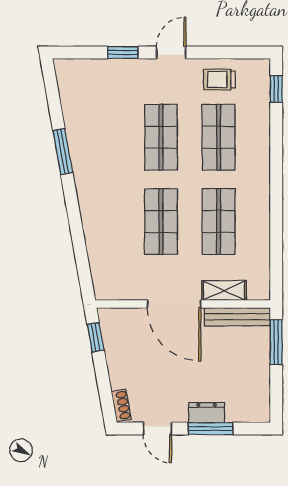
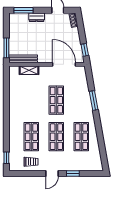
window: (63, 152) -> (94, 101), moved
shop shelf: (219, 222) -> (81, 137), moved
door: (174, 304) -> (64, 64), moved
window: (211, 429) -> (24, 10), moved

